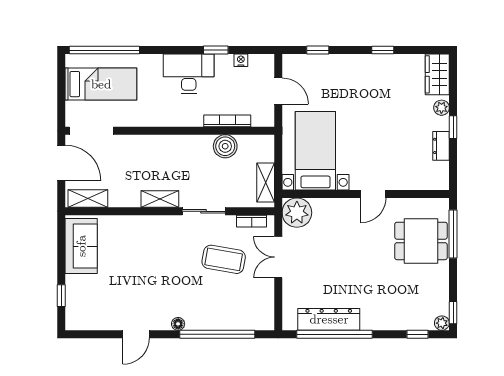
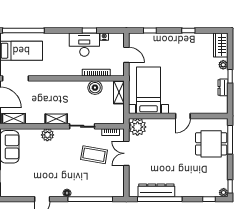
desk: (189, 74) -> (84, 45), moved
shelving: (266, 182) -> (119, 92), moved
plant: (145, 226) -> (47, 135), added

